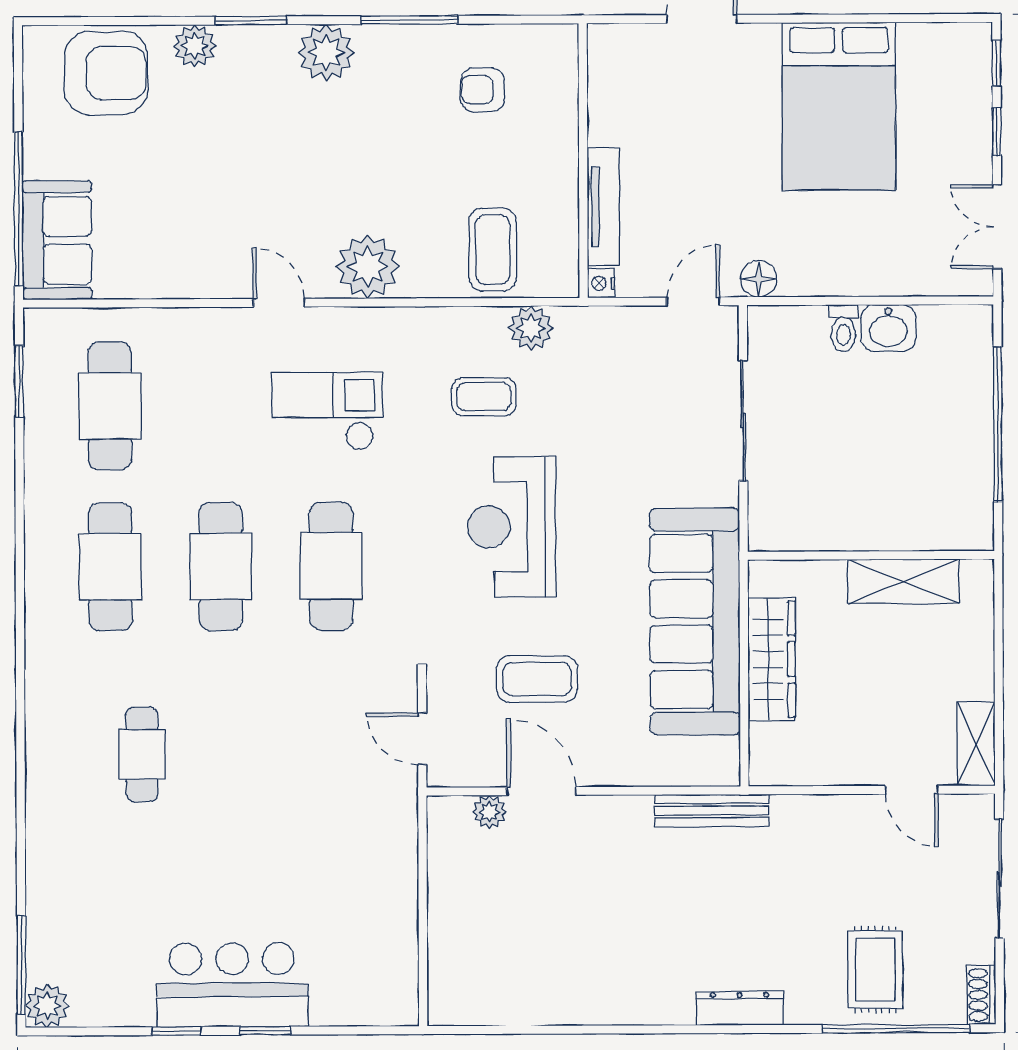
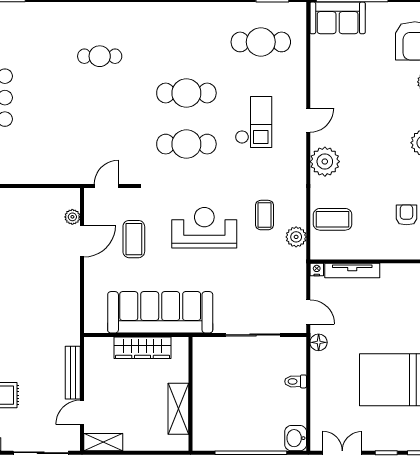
washbasin: (888, 328) -> (296, 438), moved
checkout: (327, 411) -> (254, 122), moved
cafe table: (110, 567) -> (186, 42), removed
bench: (712, 811) -> (73, 373), moved

